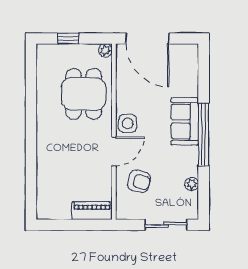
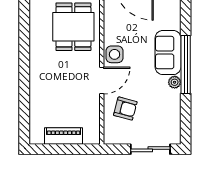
plant: (192, 184) -> (175, 82), moved
piano: (92, 211) -> (64, 136), moved

